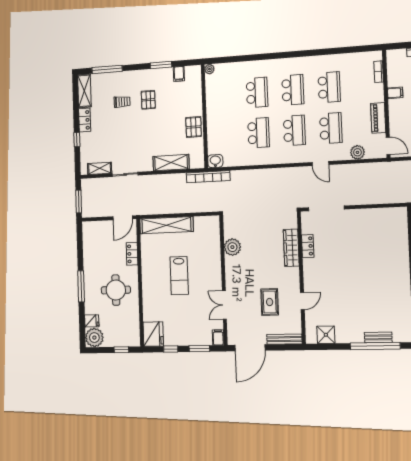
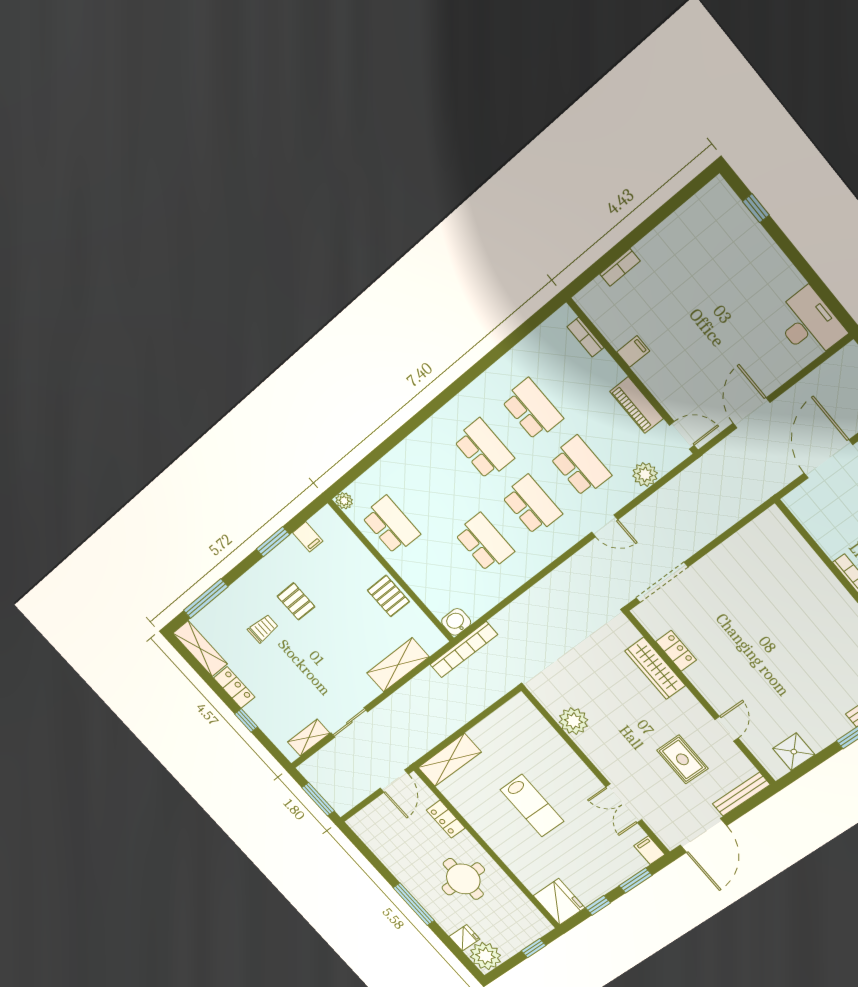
school desk: (257, 92) -> (391, 525), moved
shelving: (166, 225) -> (450, 760), width x0.68

